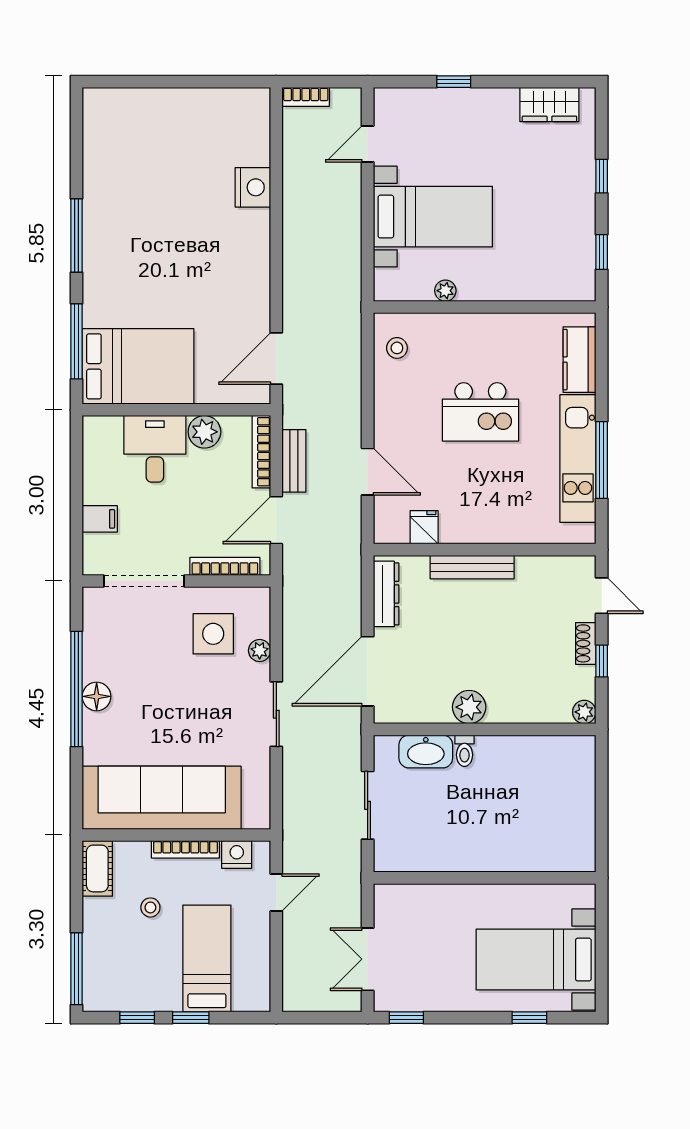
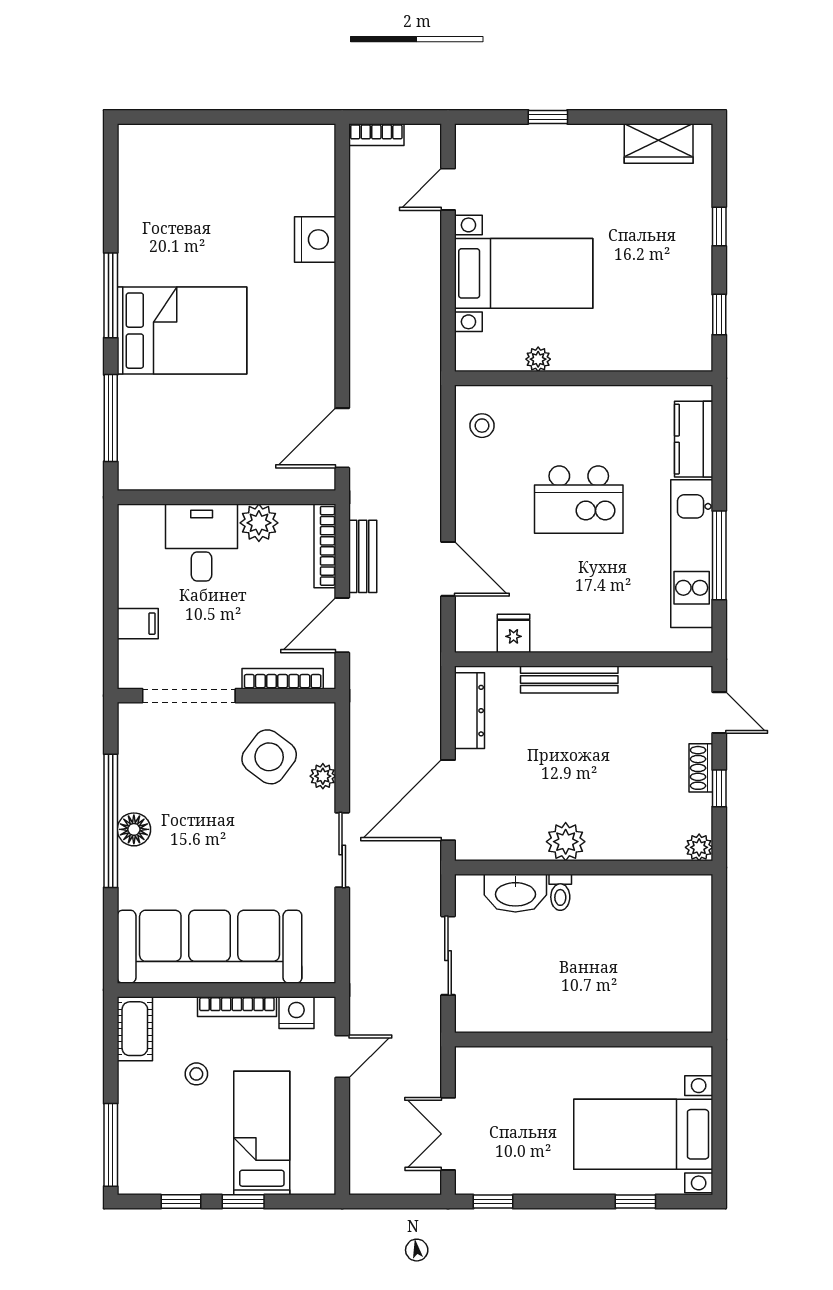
bed: (138, 366) -> (182, 331), moved
side table: (213, 634) -> (269, 757), turned 37

